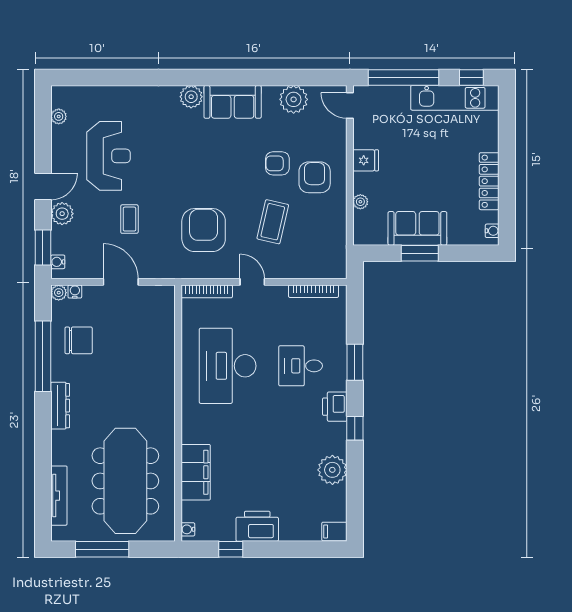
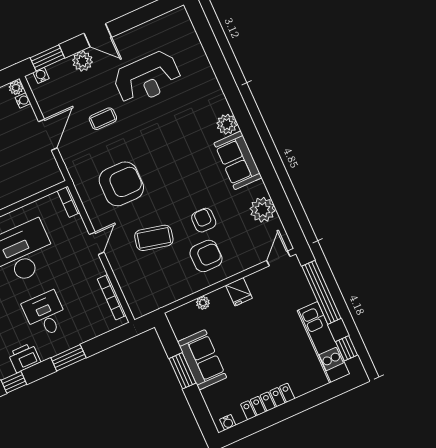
plant: (59, 116) -> (161, 22), removed
bookcase: (207, 291) -> (69, 202), width x0.64

